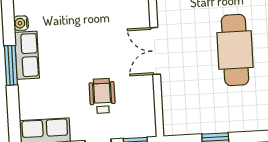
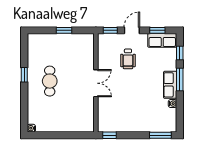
cafe table: (235, 50) -> (50, 81), width x0.73, depth x0.74
window: (13, 111) -> (180, 53), added

